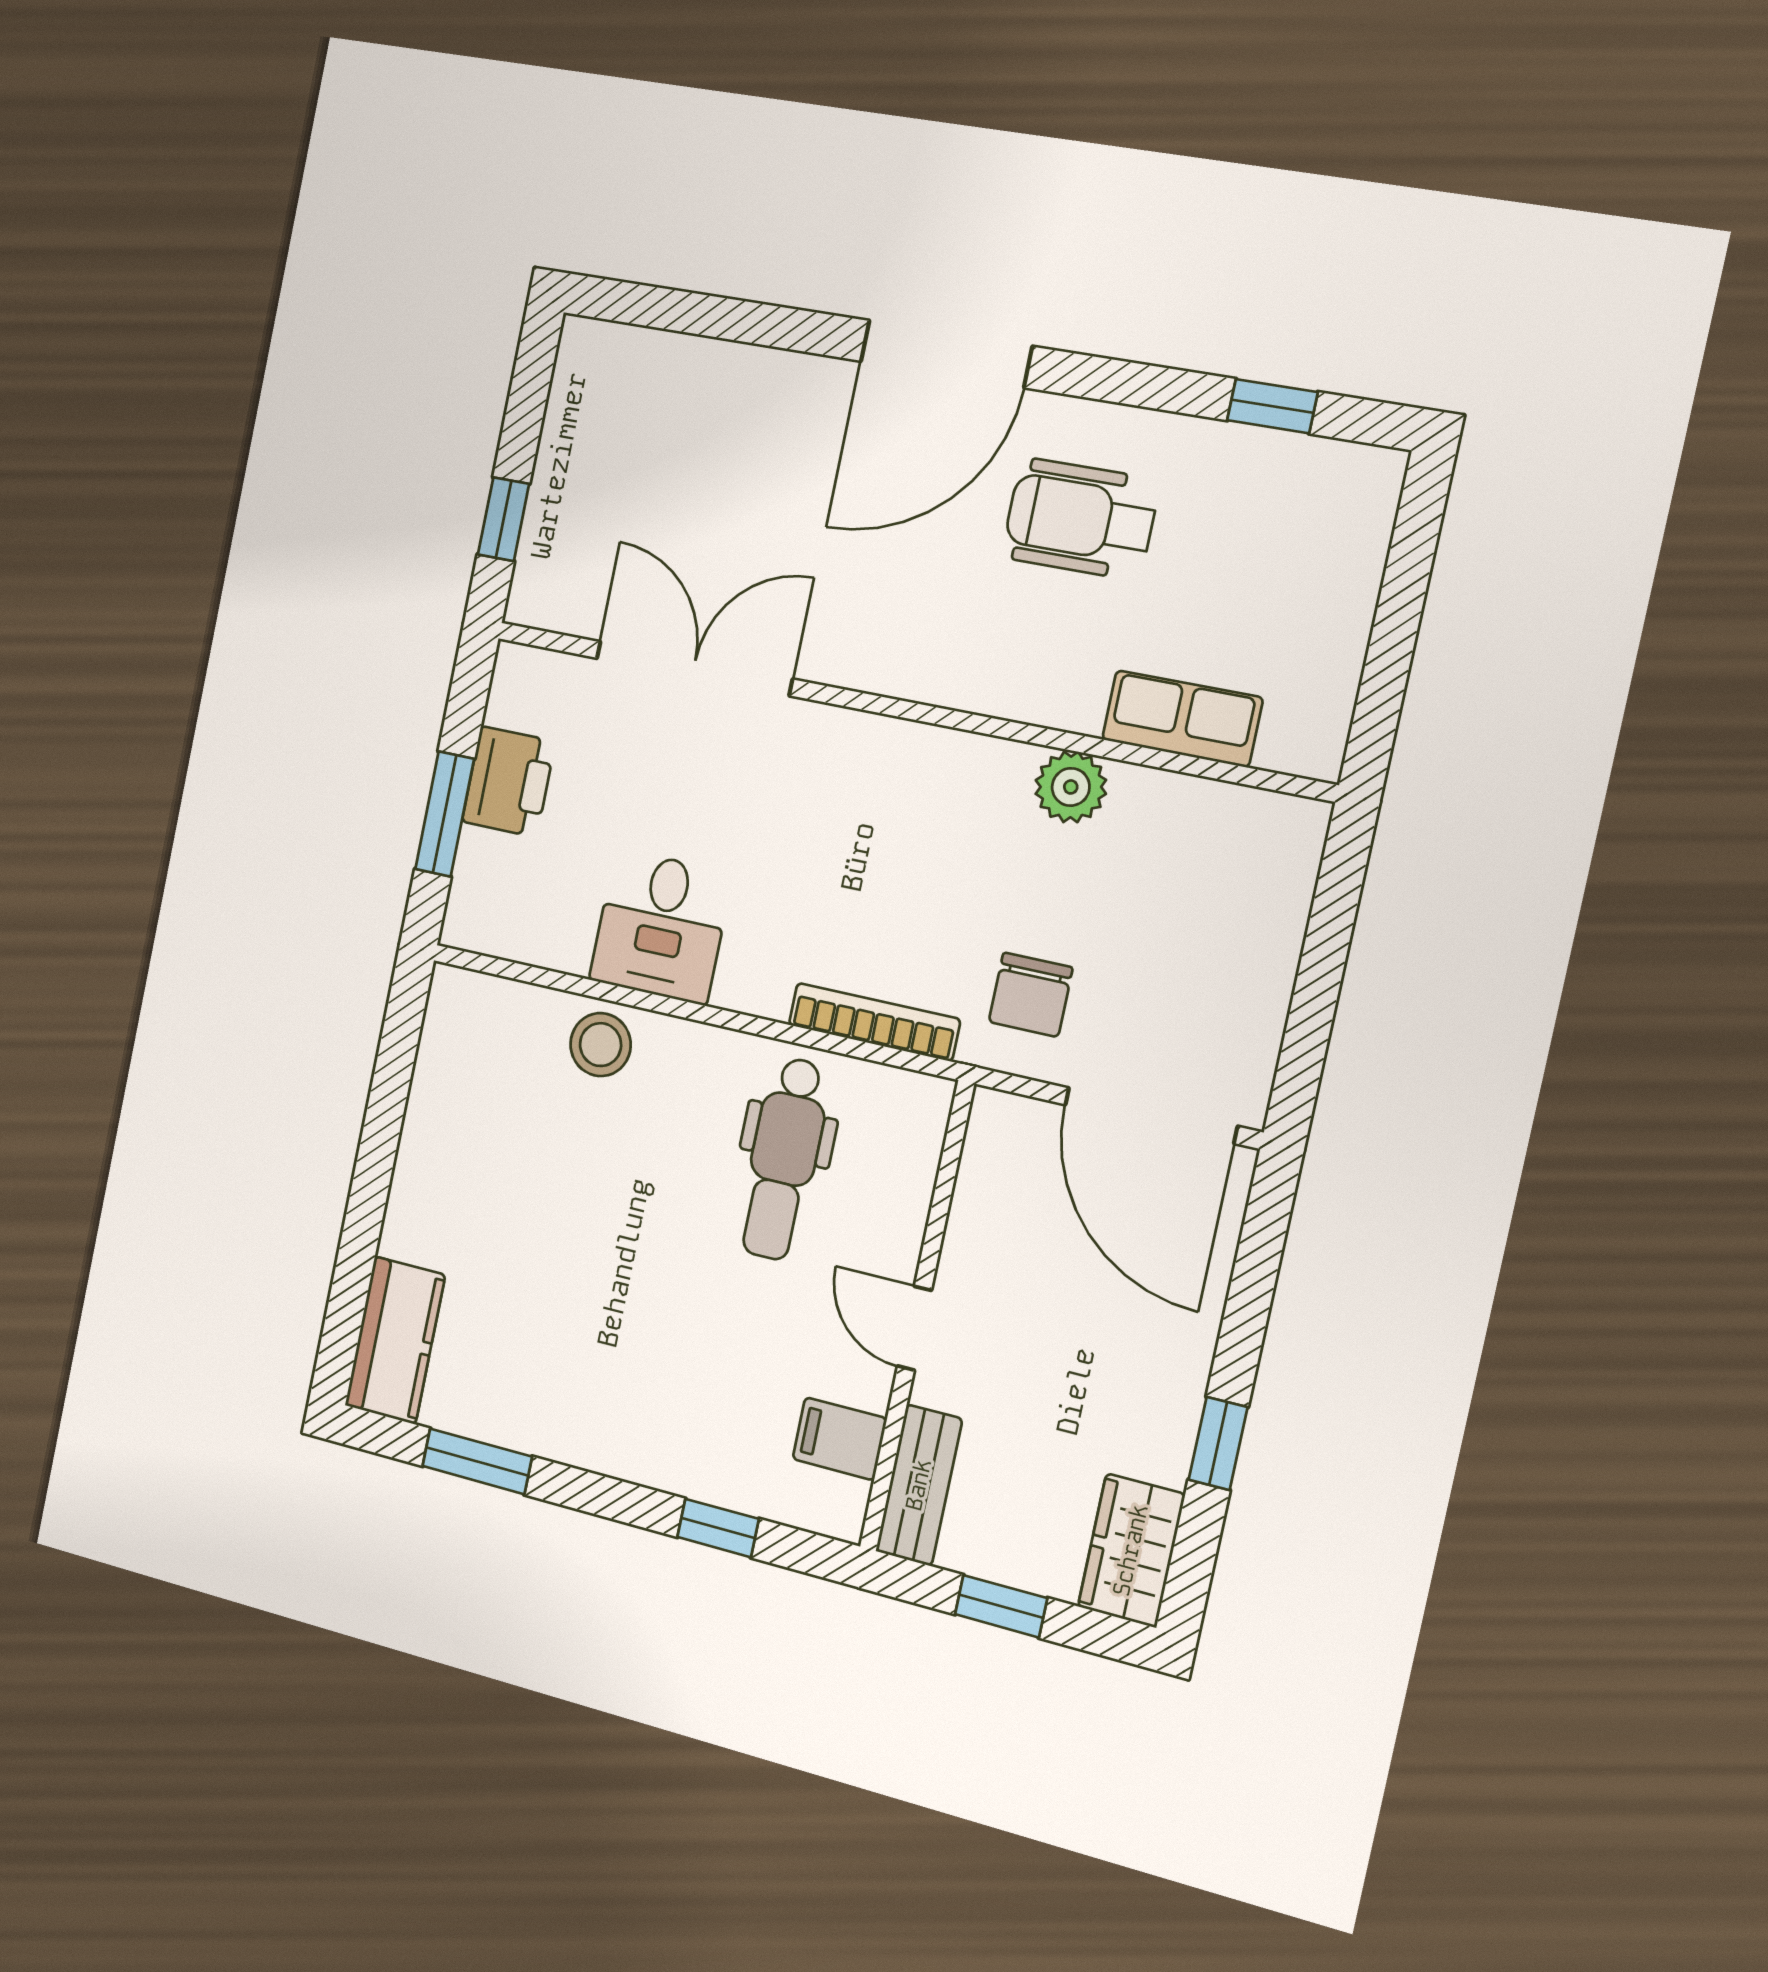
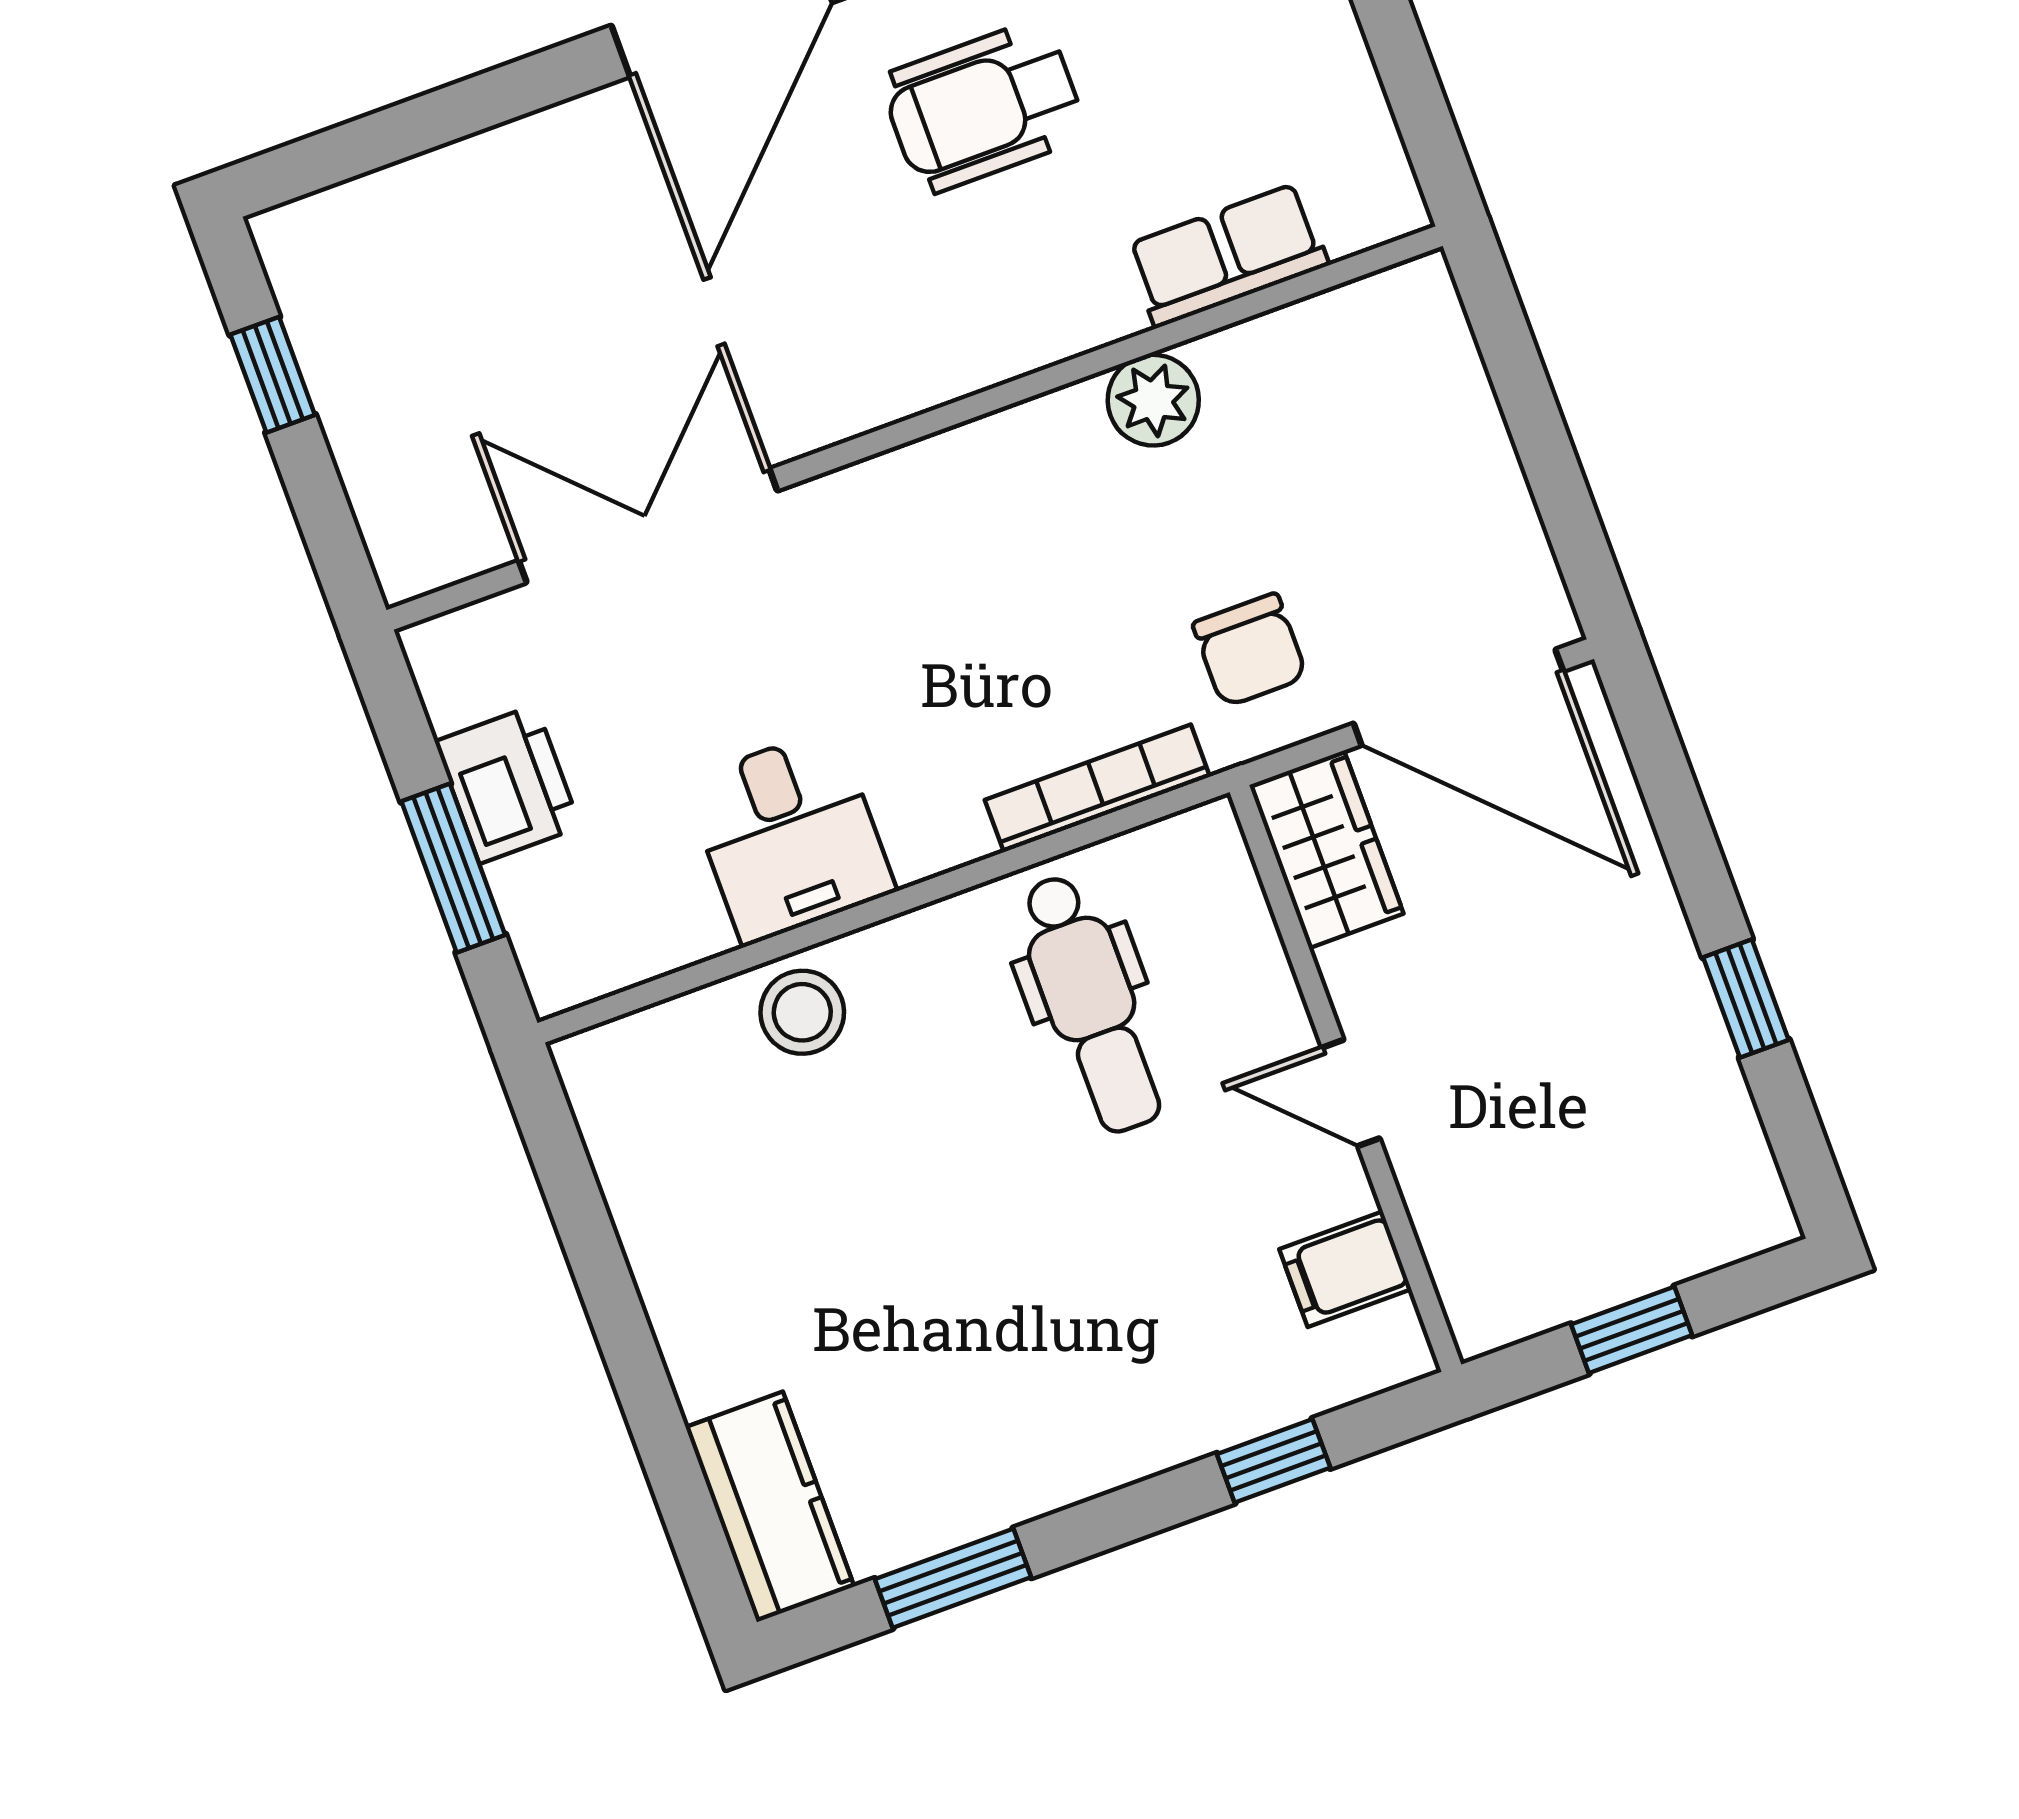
window: (504, 519) -> (273, 375), moved
bench: (919, 1485) -> (1463, 1260), removed
wardrobe: (1131, 1550) -> (1326, 849), moved, turned 180

